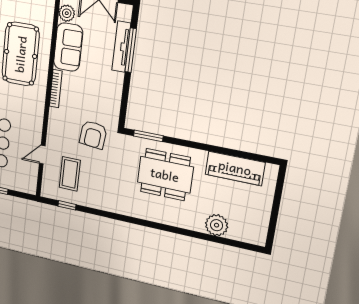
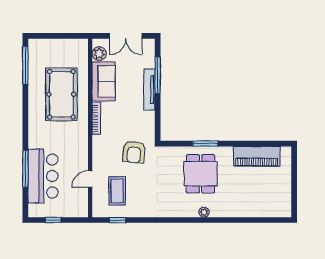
tv unit: (121, 47) -> (149, 90), moved
window: (148, 136) -> (205, 144), moved
dining table: (165, 175) -> (201, 174), width x0.73
plant: (217, 225) -> (204, 212), moved, width x0.53, depth x0.53

